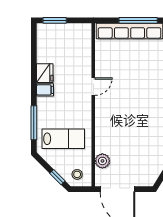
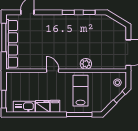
kitchen sink: (44, 48) -> (24, 107), added
lab bench: (63, 139) -> (80, 91), moved
plant: (102, 161) -> (86, 64), moved

